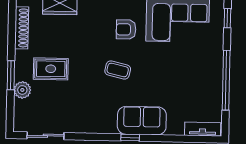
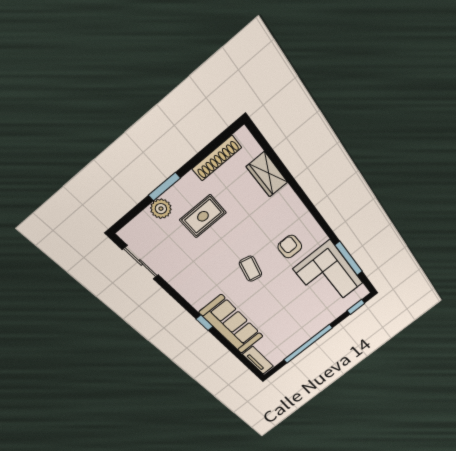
rug: (51, 69) -> (203, 216), turned 90
sofa: (142, 121) -> (232, 325), width x1.36

